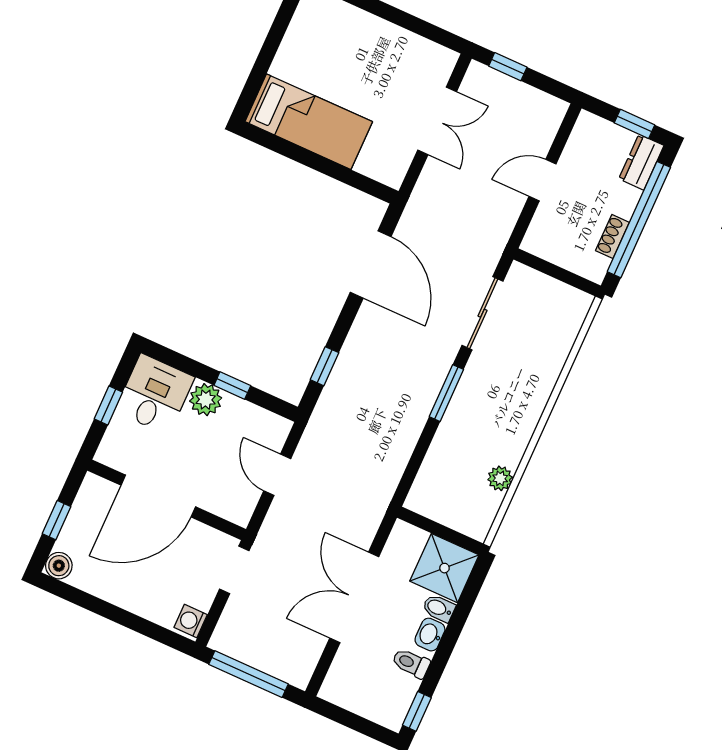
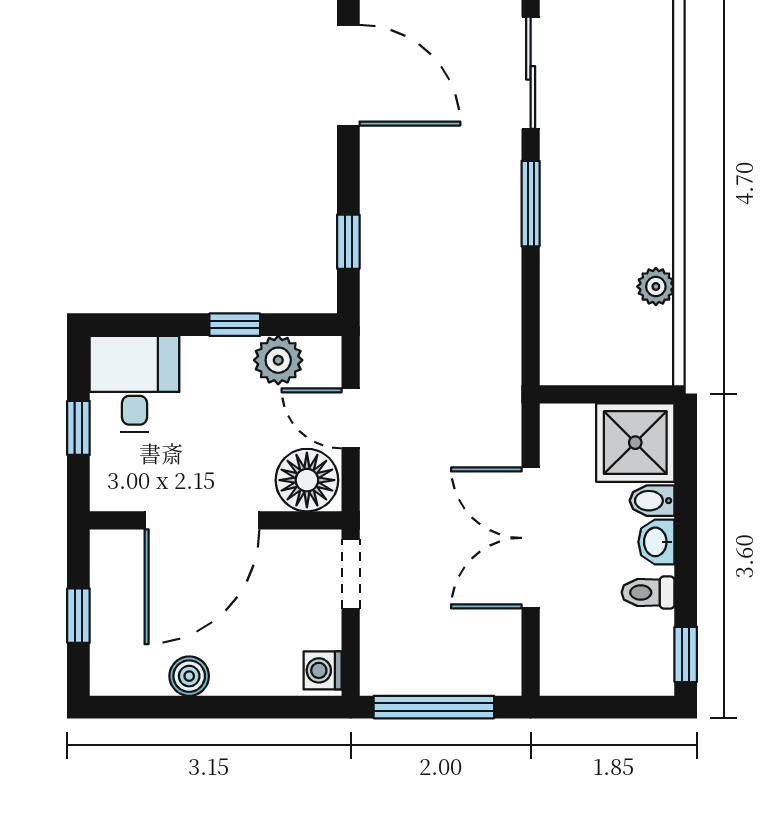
plant: (206, 400) -> (278, 360), moved
floor lamp: (234, 500) -> (307, 480), added
boiler: (59, 566) -> (189, 676), moved

